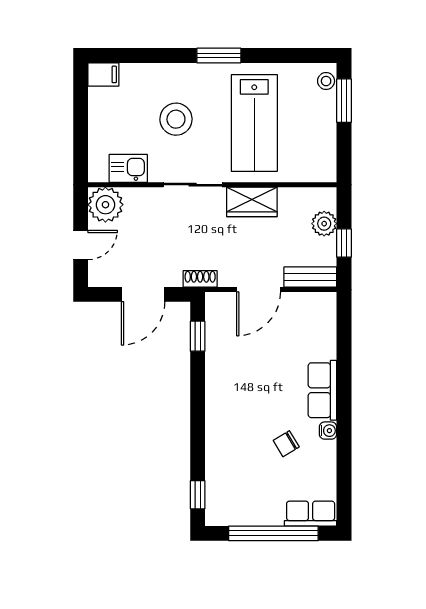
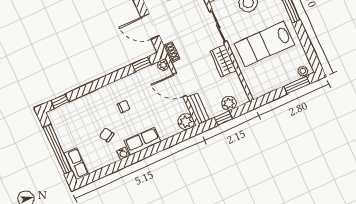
plant: (215, 302) -> (163, 65), added
plant: (323, 306) -> (186, 122), added
chair: (253, 396) -> (124, 107), added

